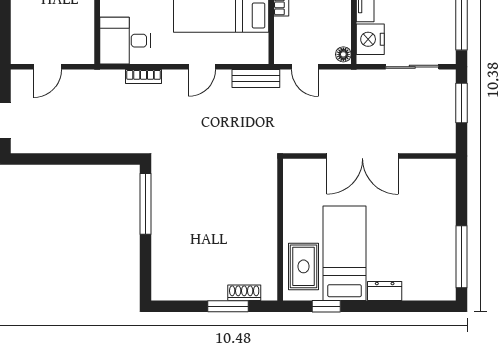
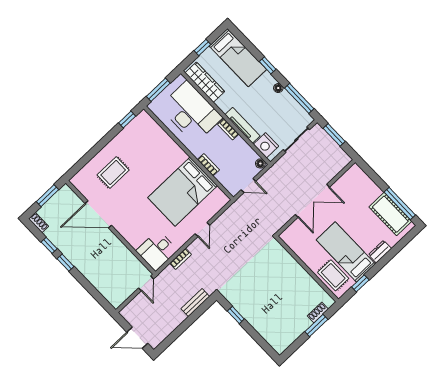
door: (47, 67) -> (146, 283), moved
bench: (256, 79) -> (195, 303), moved
window: (146, 204) -> (236, 315), width x0.46
cot: (439, 259) -> (390, 214), added

